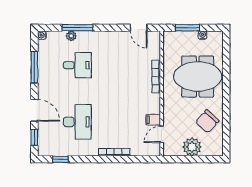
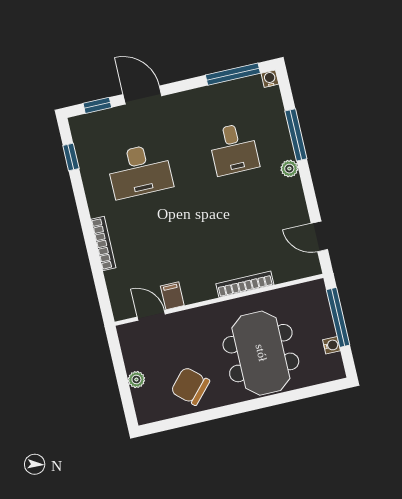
door: (139, 28) -> (319, 236), hinge flipped
window: (187, 28) -> (338, 317), width x1.44
plant: (71, 36) -> (289, 169), moved
window: (34, 67) -> (233, 74), moved
door: (34, 110) -> (142, 95), swing flipped
plant: (192, 147) -> (136, 379), width x0.53, depth x0.53

